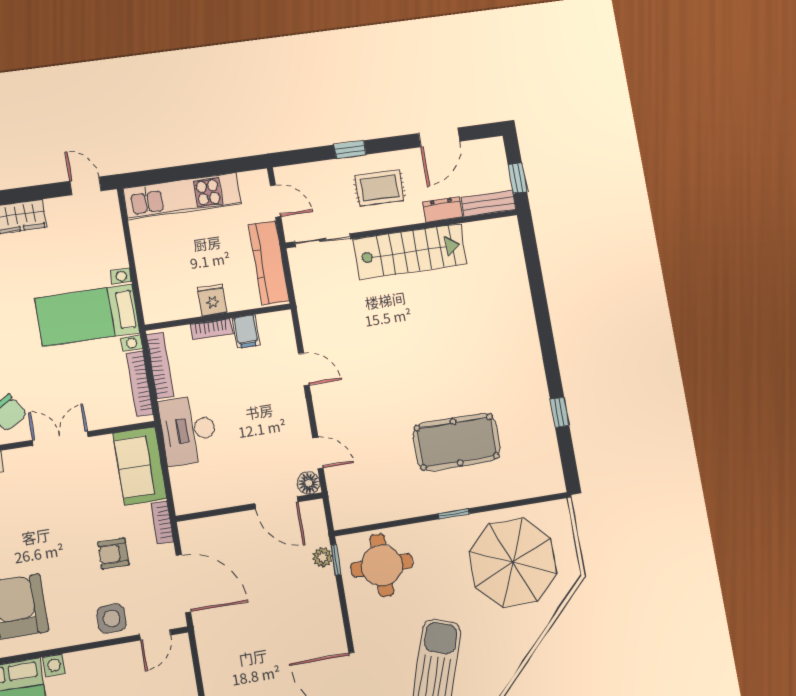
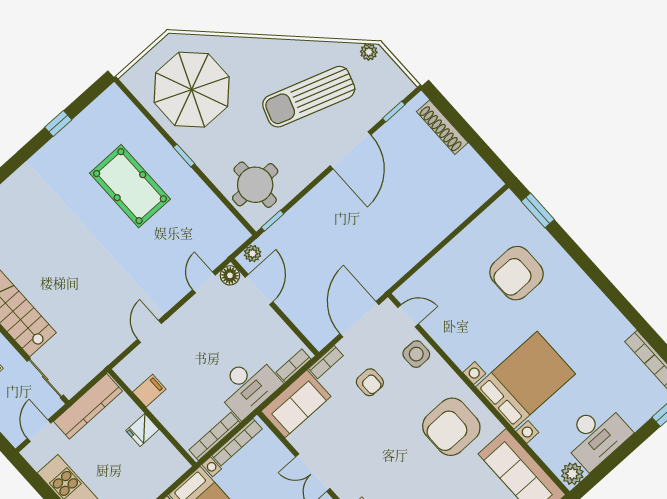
bookcase: (211, 329) -> (294, 366), moved, turned -90
plant: (322, 557) -> (253, 254), moved

